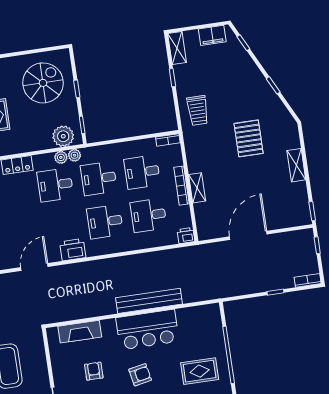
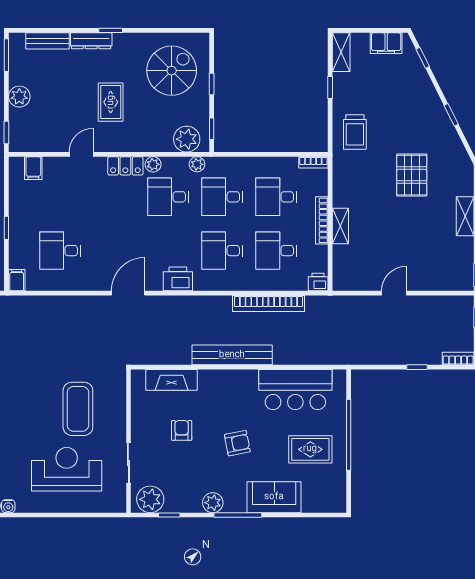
plant: (61, 157) -> (153, 164), moved
door: (248, 235) -> (394, 293), width x0.53
bookcase: (149, 259) -> (268, 303), added
bench: (149, 301) -> (232, 355), moved
bar counter: (147, 330) -> (295, 389), moved

